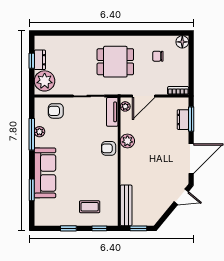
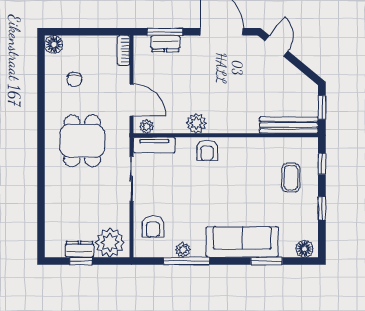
floor lamp: (40, 216) -> (304, 249), added

